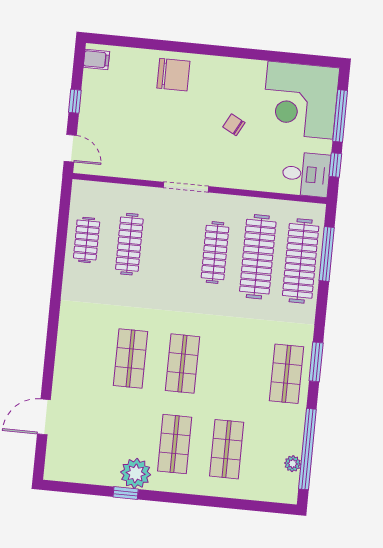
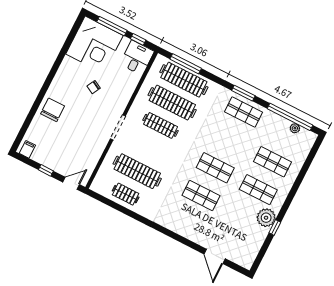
clothes rail: (129, 244) -> (137, 171), width x1.37, depth x1.31

